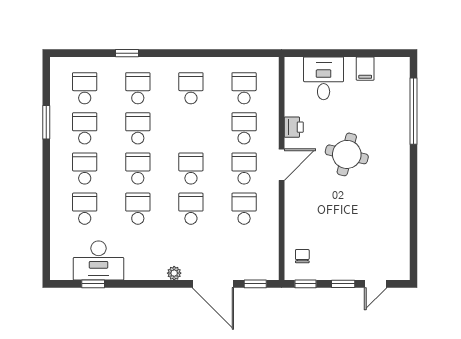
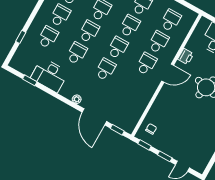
school desk: (244, 209) -> (130, 26), moved
window: (46, 230) -> (21, 37), added
desk: (99, 261) -> (50, 75), moved

